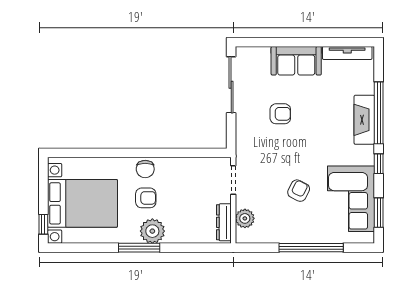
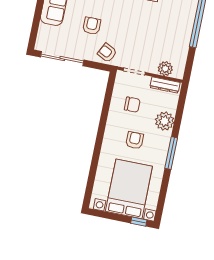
chair: (145, 169) -> (132, 105), moved
armchair: (299, 191) -> (107, 53), moved
plant: (152, 231) -> (165, 121), moved

